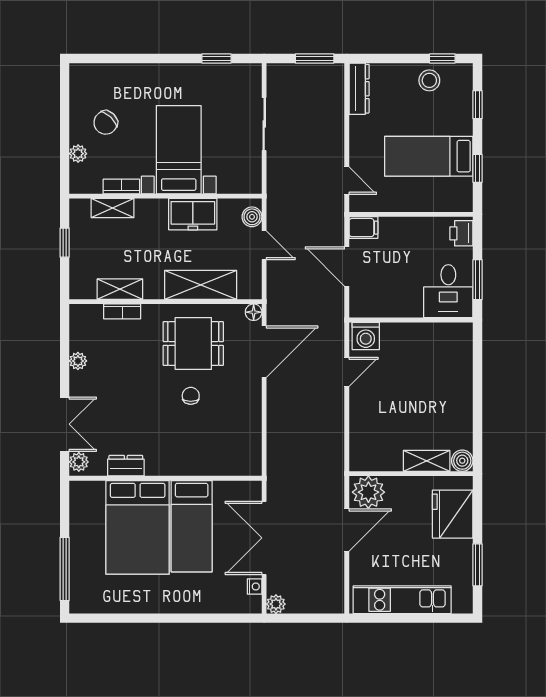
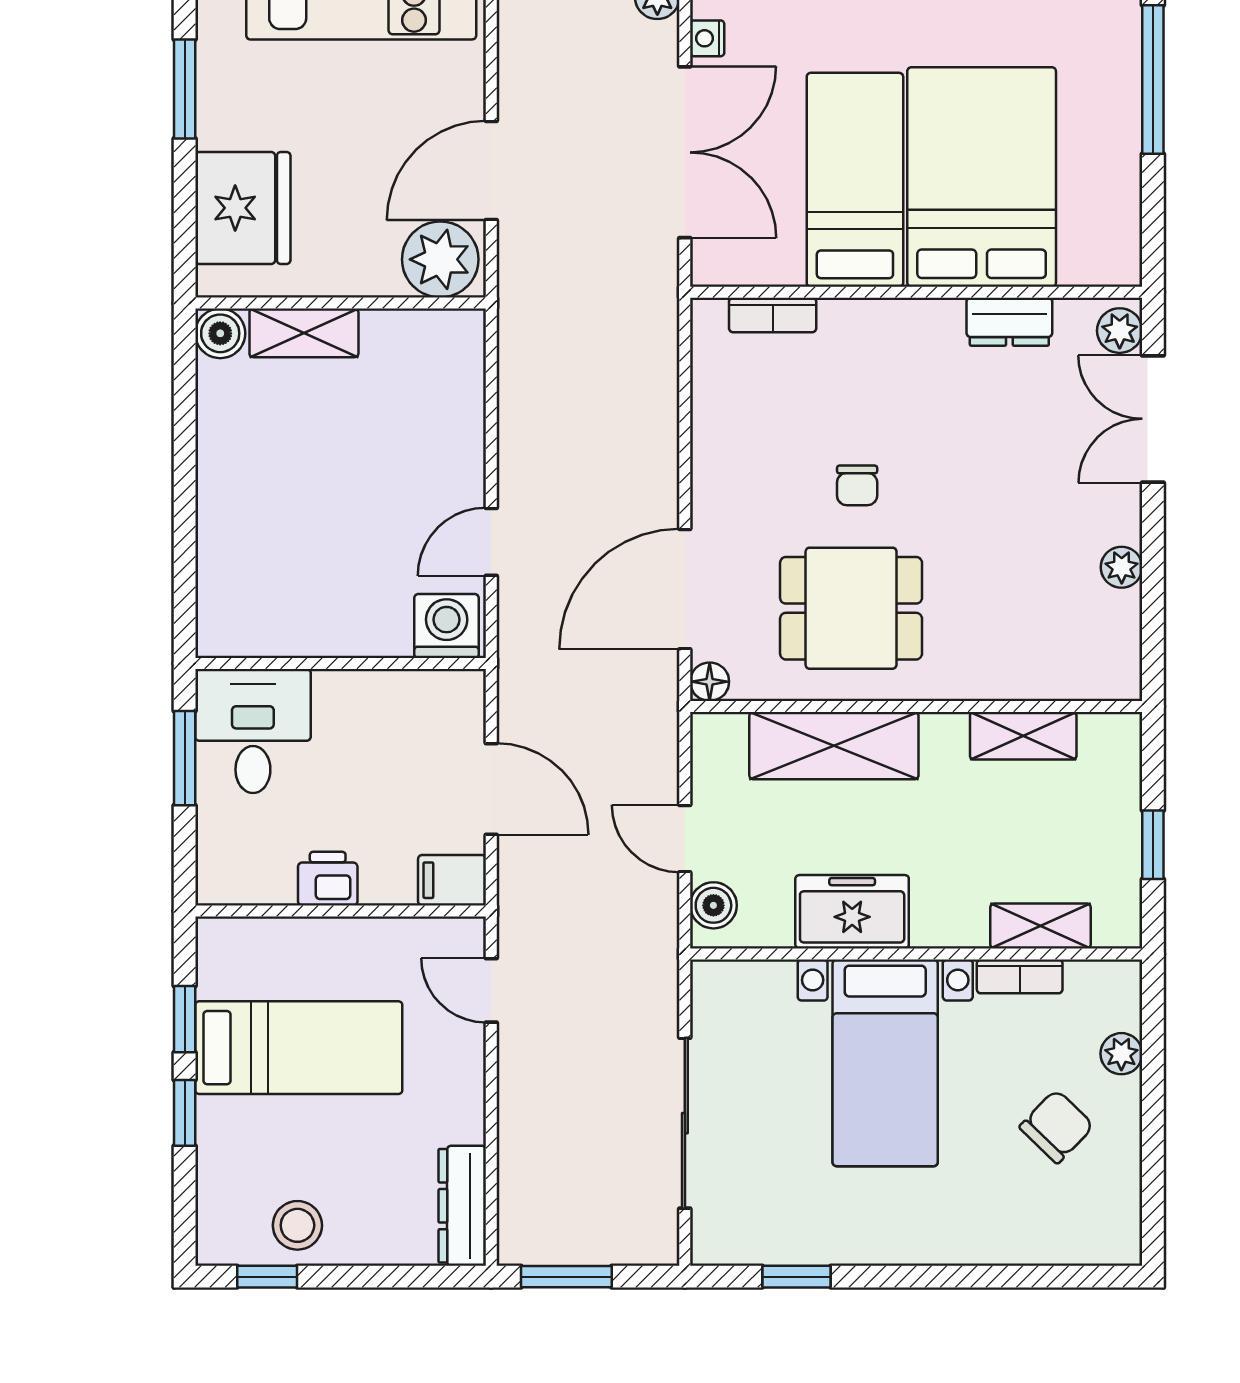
window: (477, 105) -> (185, 1113), moved
sliding door: (264, 124) -> (685, 1123), width x1.37
printer: (461, 233) -> (328, 879), moved, turned -90
bookcase: (122, 311) -> (773, 315), moved, turned 180

